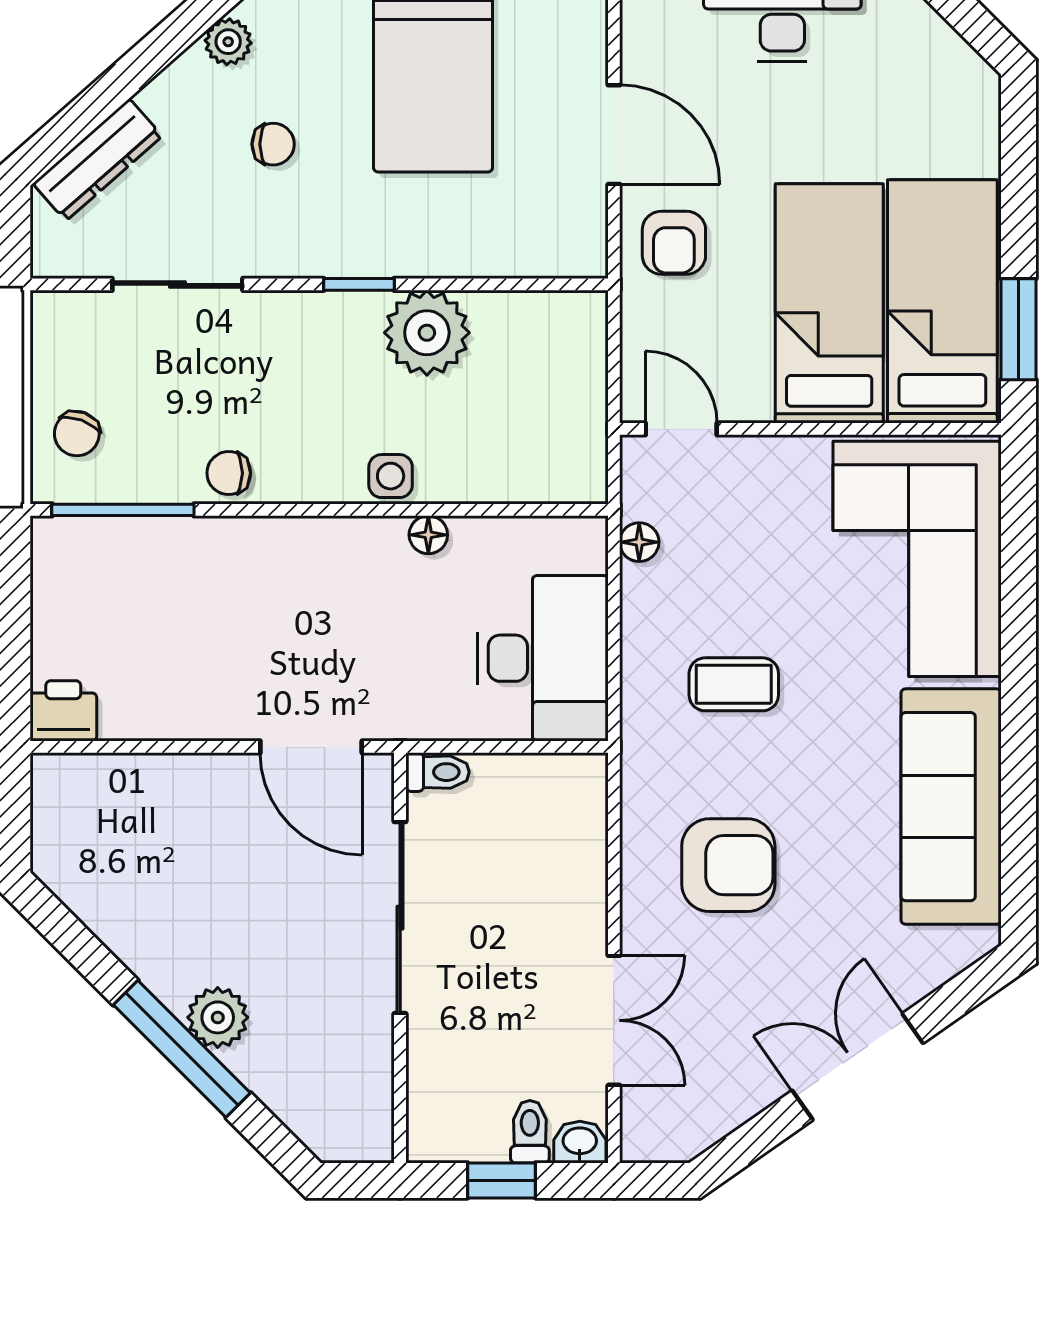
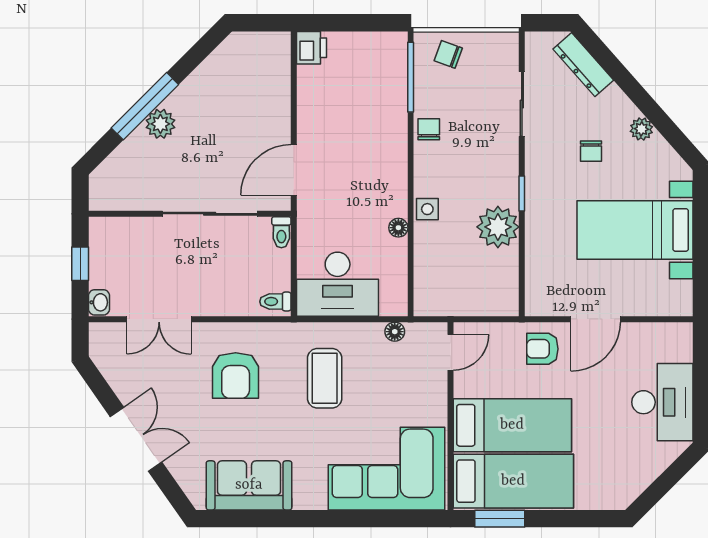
coffee table: (734, 684) -> (325, 378), width x1.36, depth x1.30
sofa: (951, 807) -> (249, 485), width x0.73
toilet: (530, 1132) -> (275, 302), moved, turned 180

